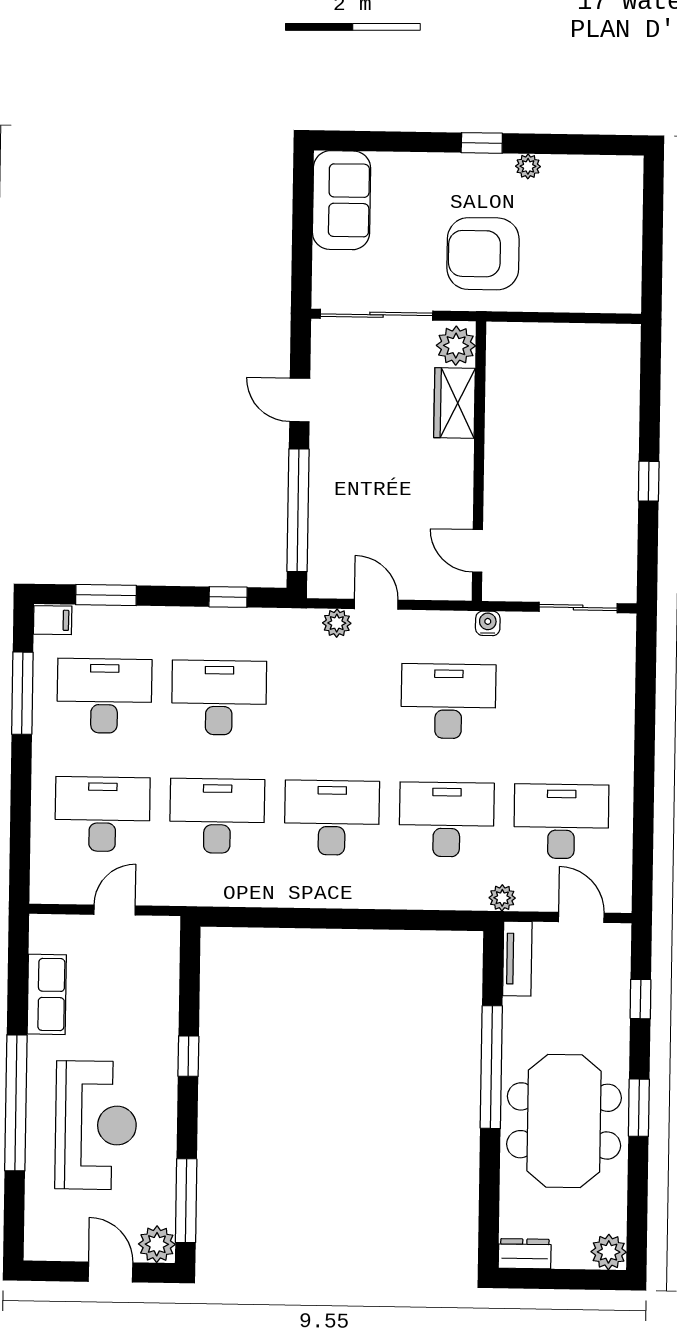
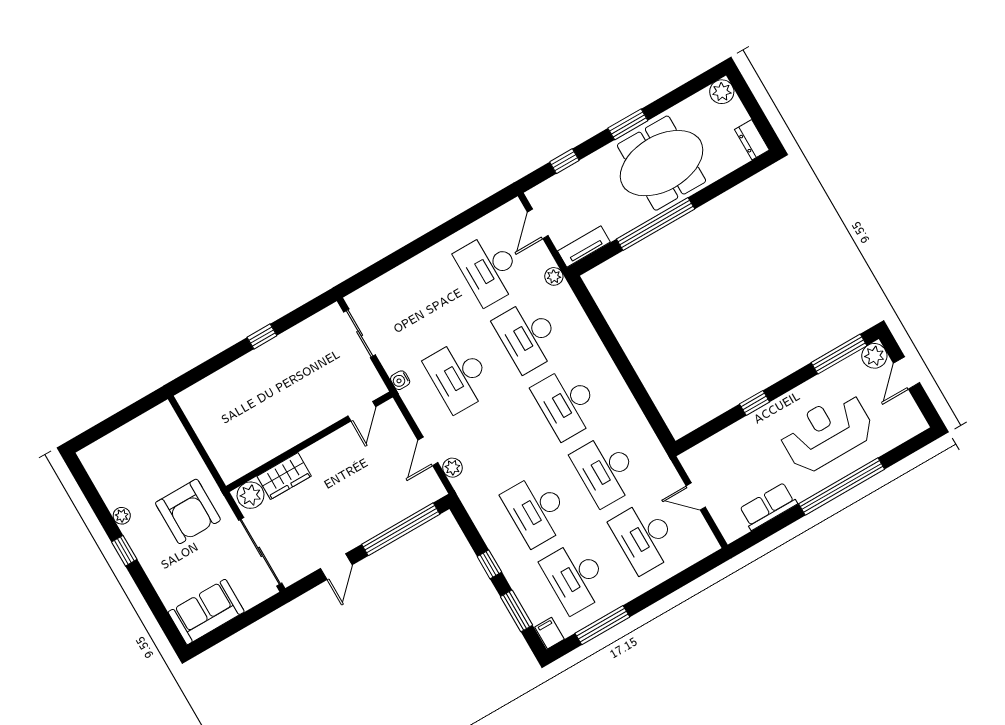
window: (228, 597) -> (489, 564), moved

